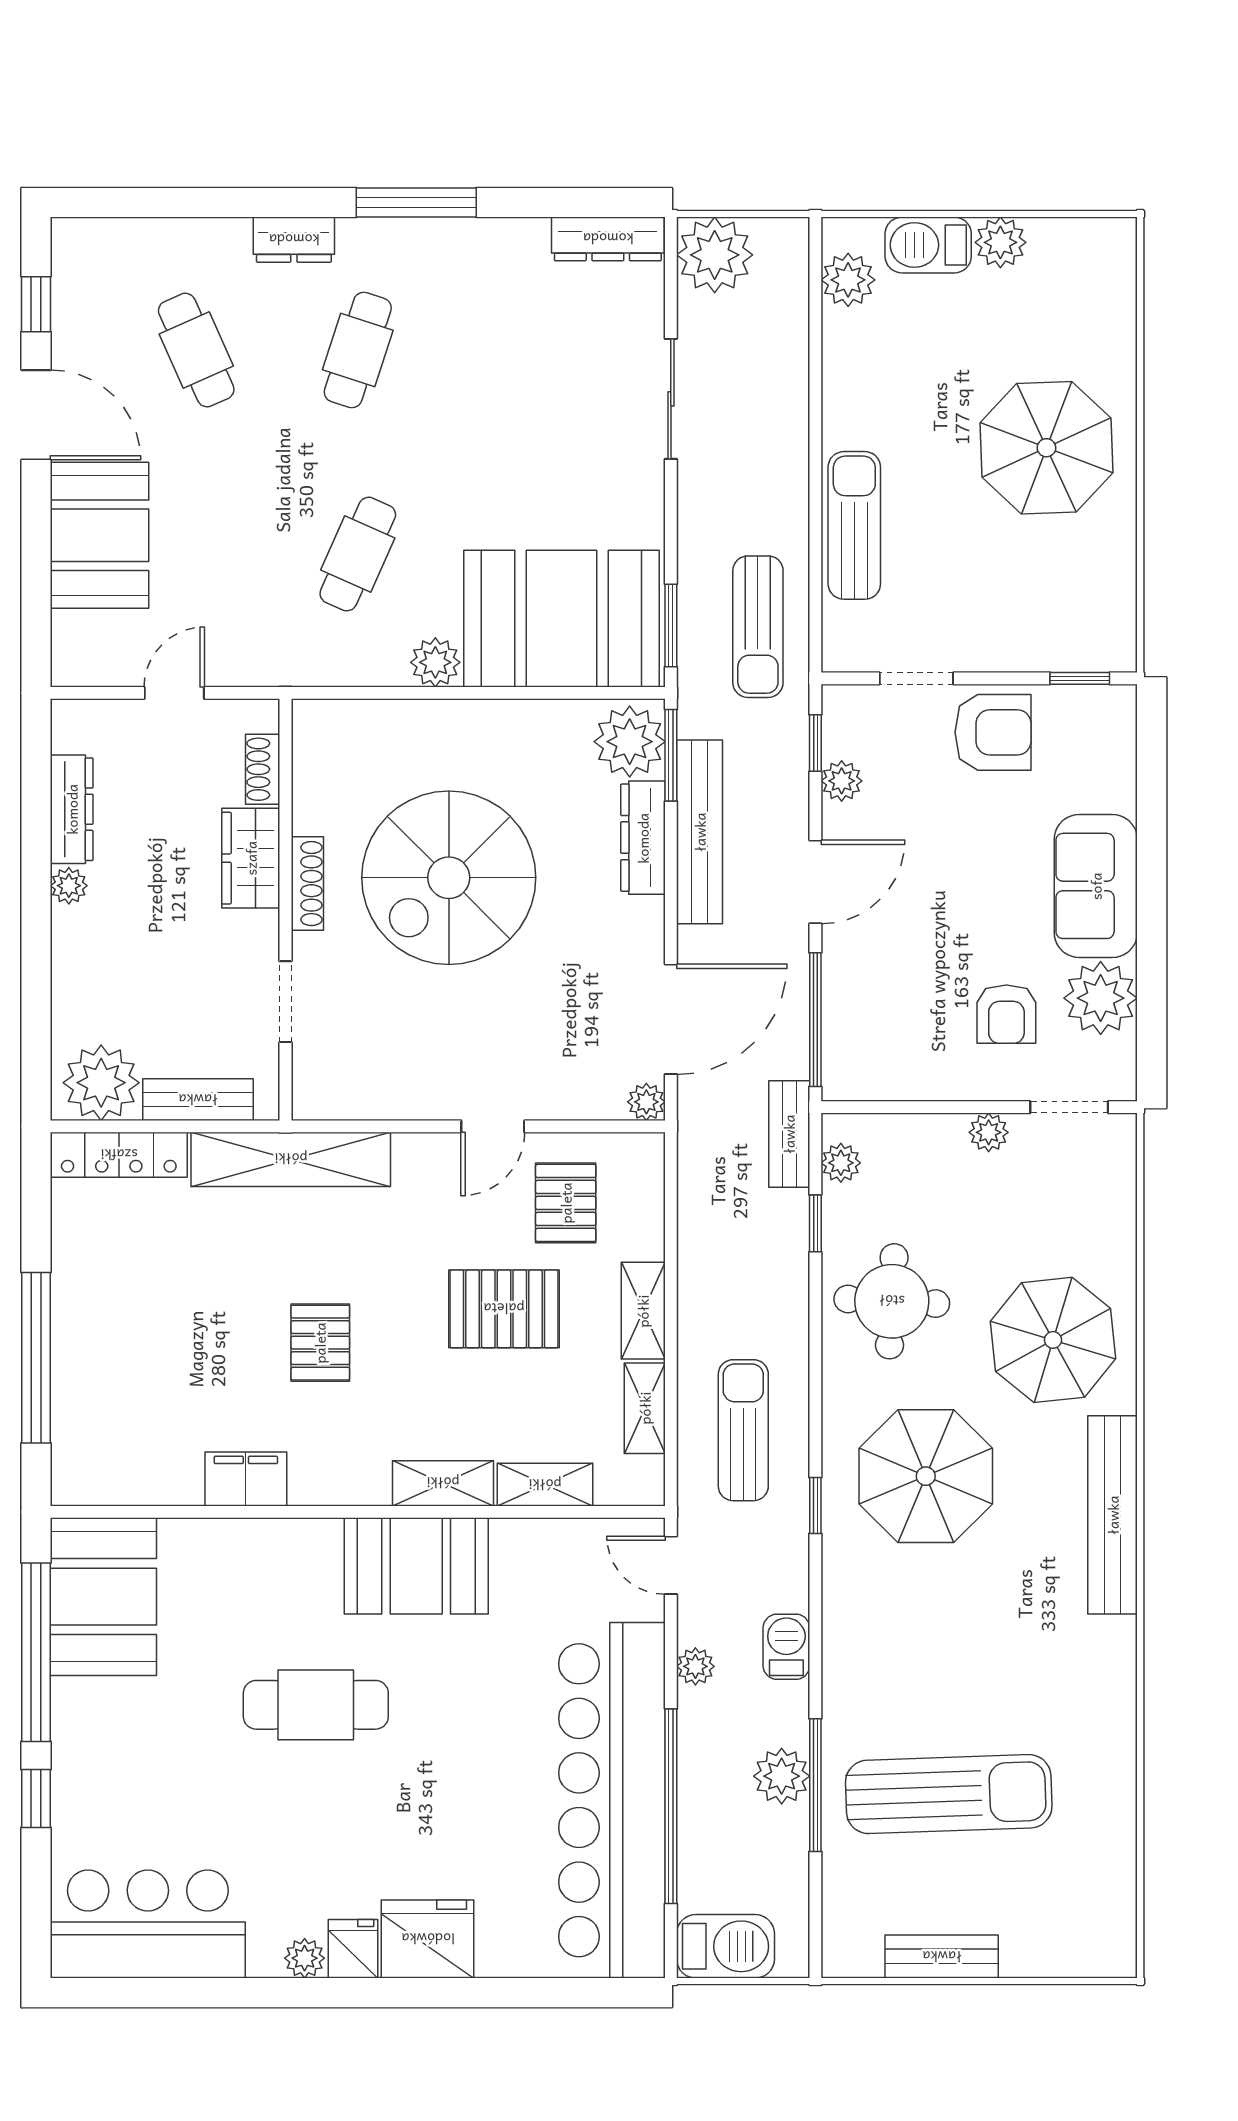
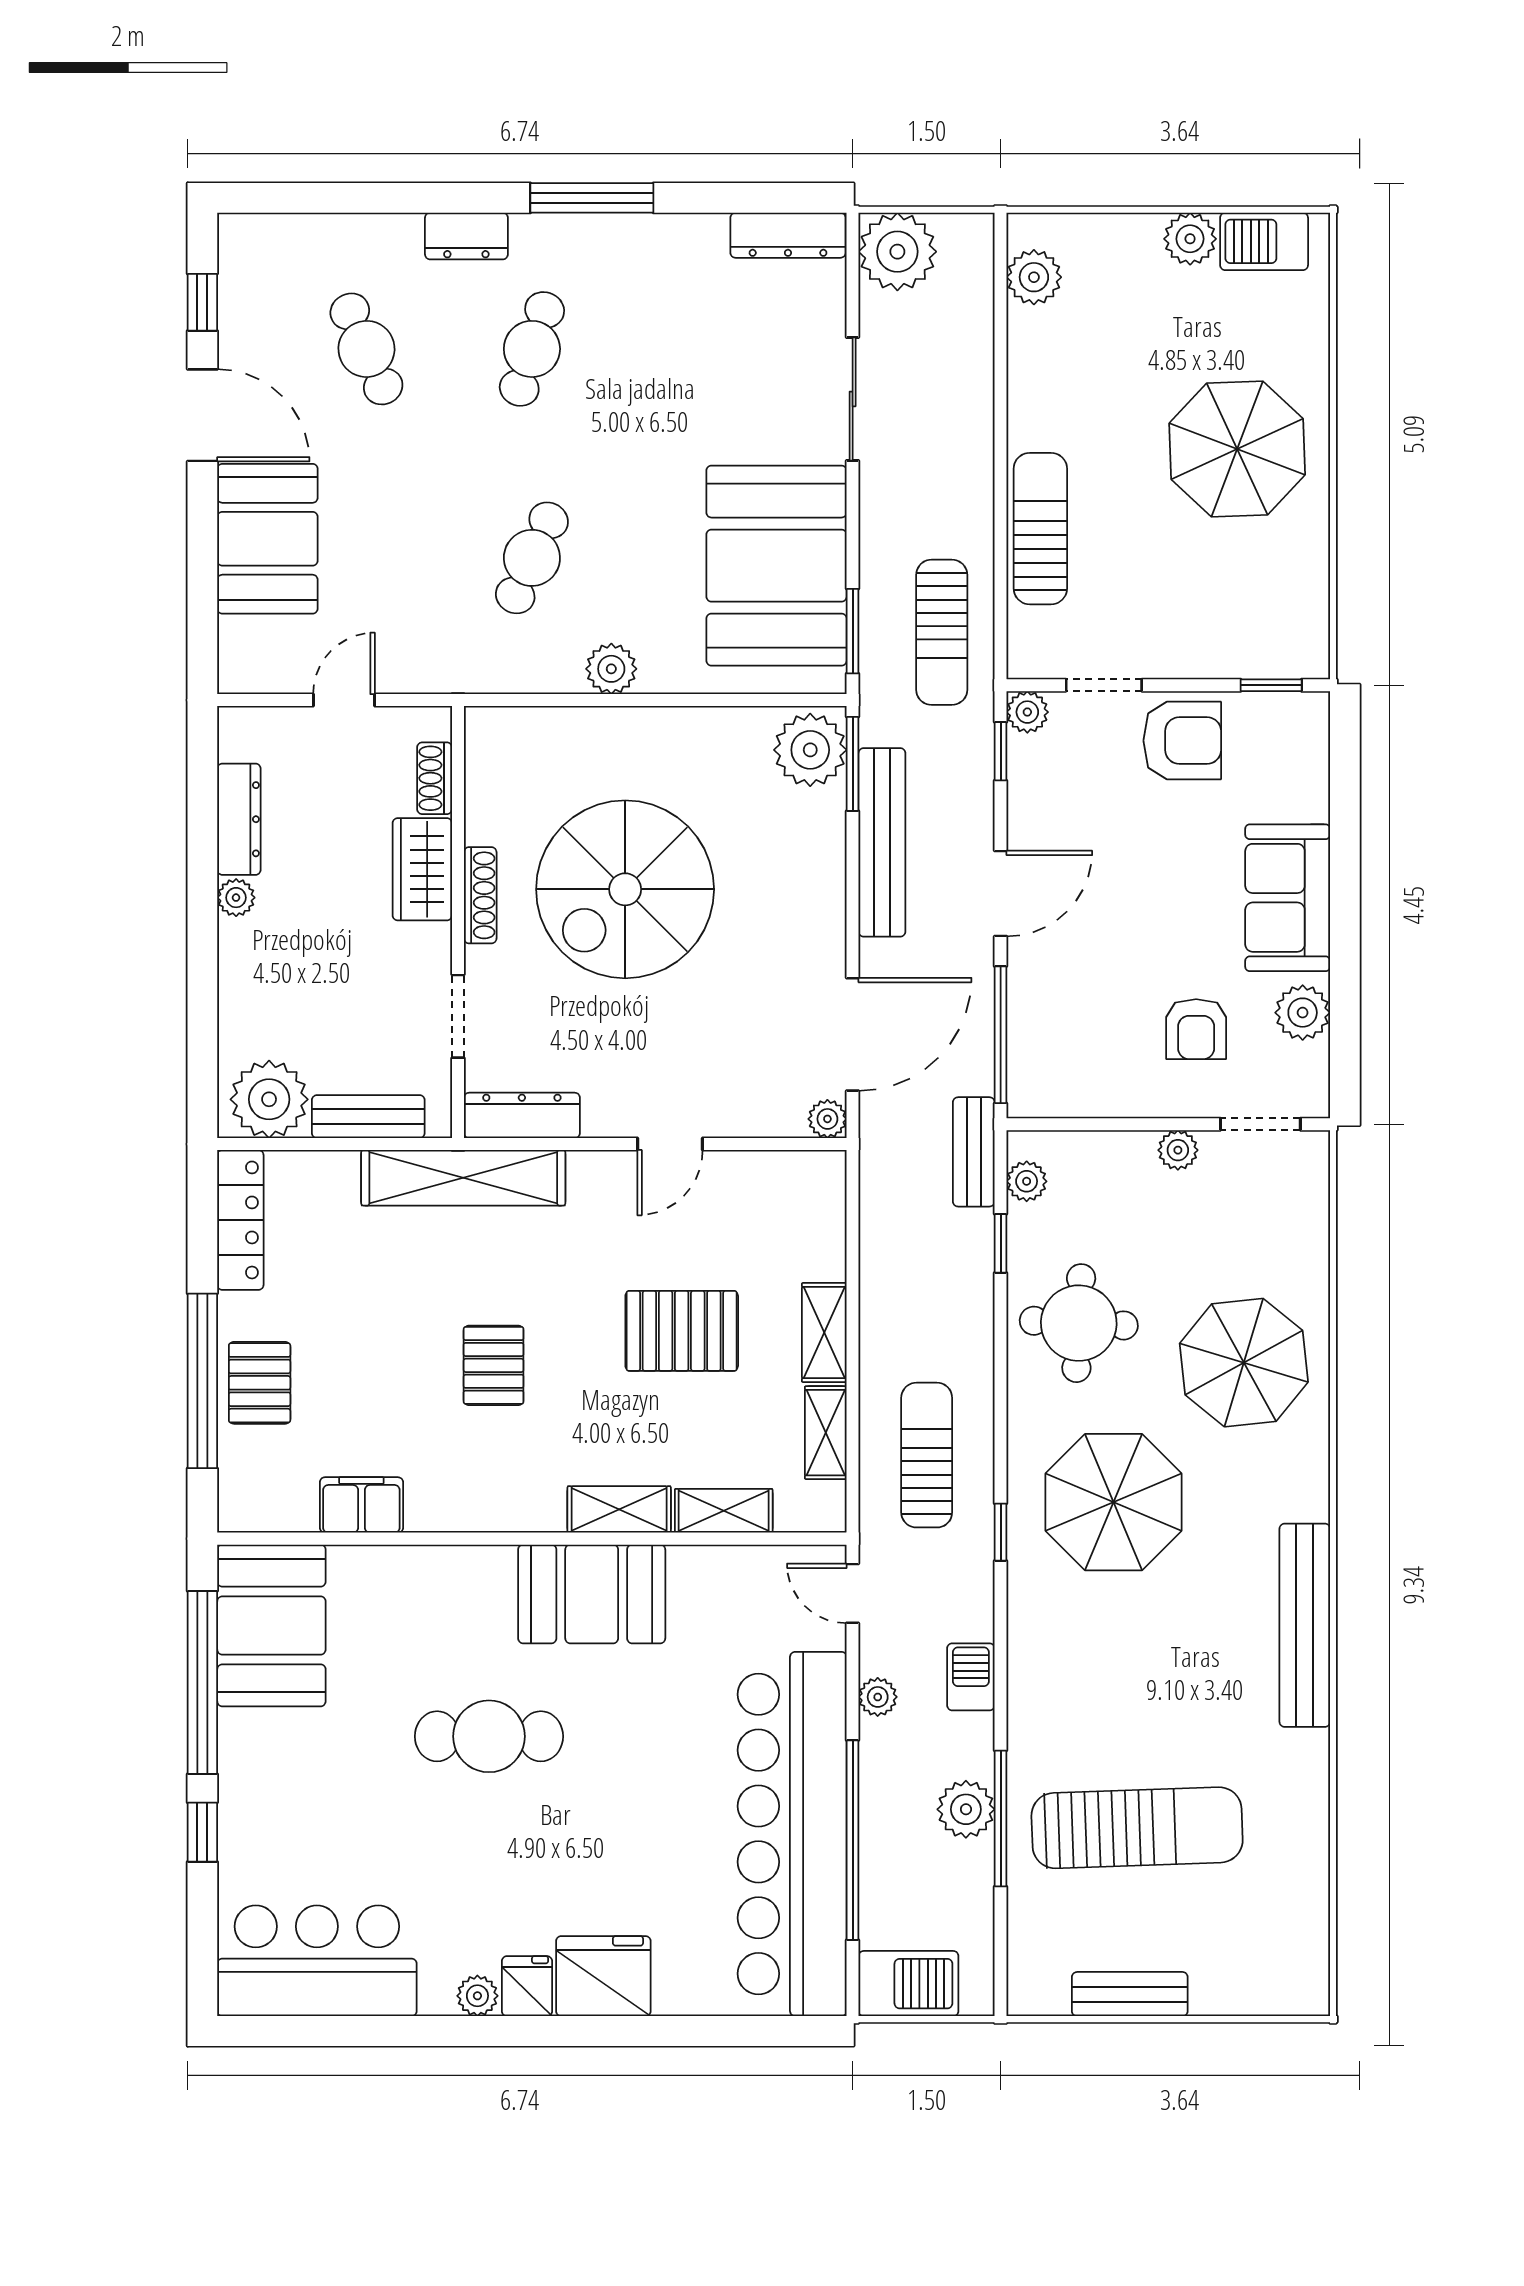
barbecue: (928, 245) -> (1264, 241), moved
booth: (562, 619) -> (776, 566), moved, turned 90
plant: (842, 781) -> (1027, 712), moved
dresser: (643, 838) -> (522, 1115), moved, turned 90
plant: (1101, 998) -> (1303, 1013), width x0.73, depth x0.73
locker: (119, 1155) -> (240, 1220), moved, turned -90
pallet: (566, 1203) -> (260, 1383), moved
filing cabinet: (246, 1479) -> (361, 1505), moved
bench: (1113, 1515) -> (1305, 1625), moved

